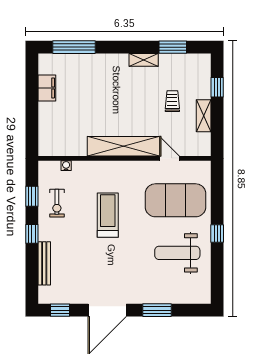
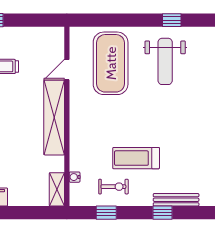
shelving: (204, 116) -> (57, 189), moved, turned 90
treadmill: (108, 215) -> (136, 158), moved
window: (32, 234) -> (163, 213), moved
window: (217, 234) -> (172, 20), moved

